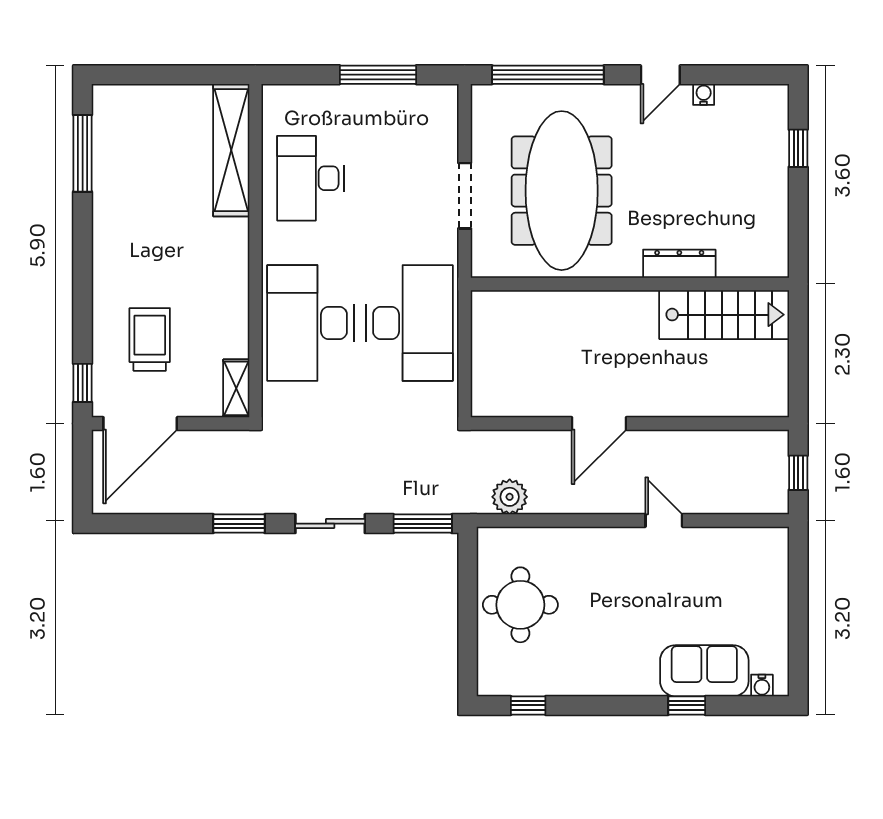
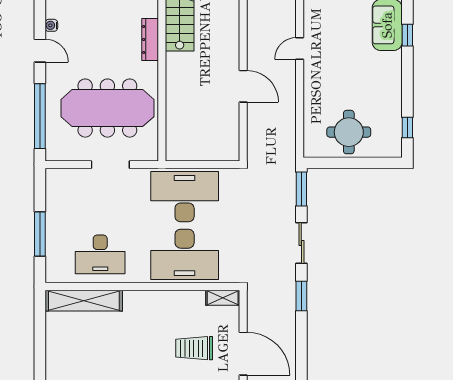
window: (378, 75) -> (40, 234), moved
plant: (510, 497) -> (286, 138), removed

